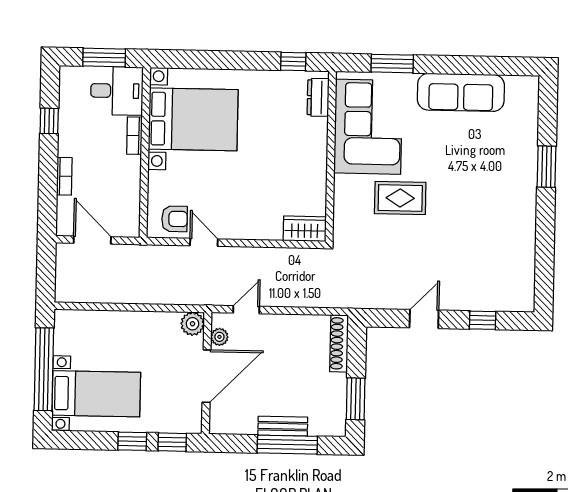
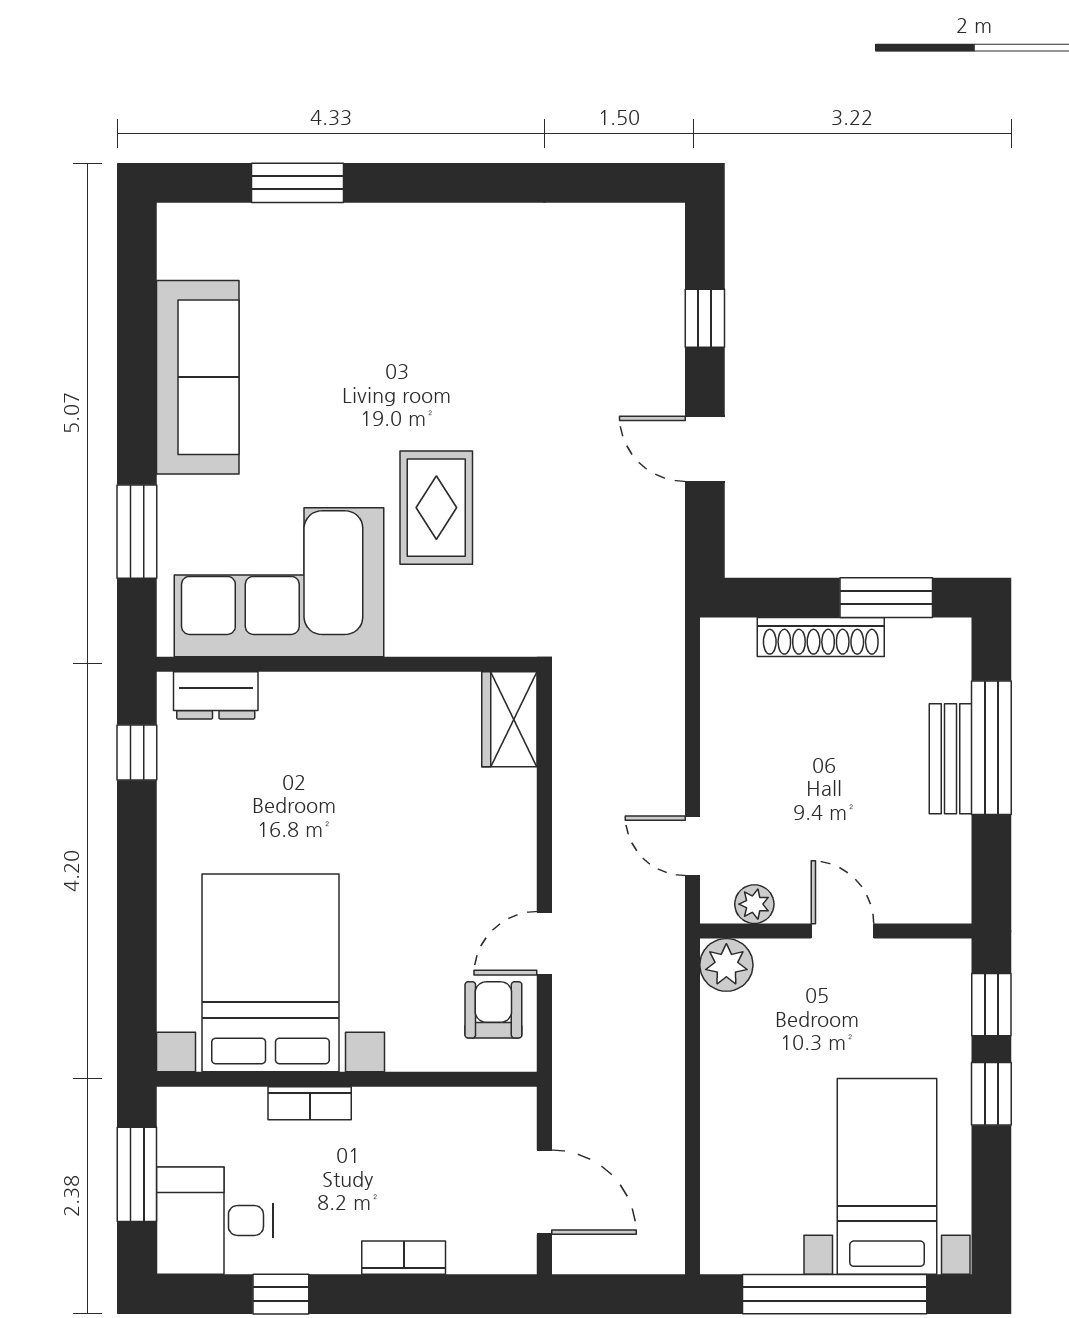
desk: (117, 91) -> (215, 1221), moved, turned -90
window: (547, 167) -> (298, 183), moved
door: (92, 240) -> (544, 1192), swing flipped
shoe rack: (339, 343) -> (821, 637), moved
door: (207, 376) -> (842, 931), width x0.53

